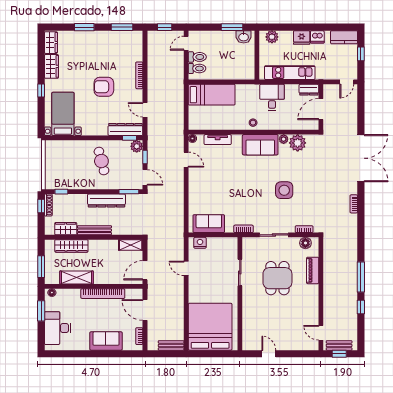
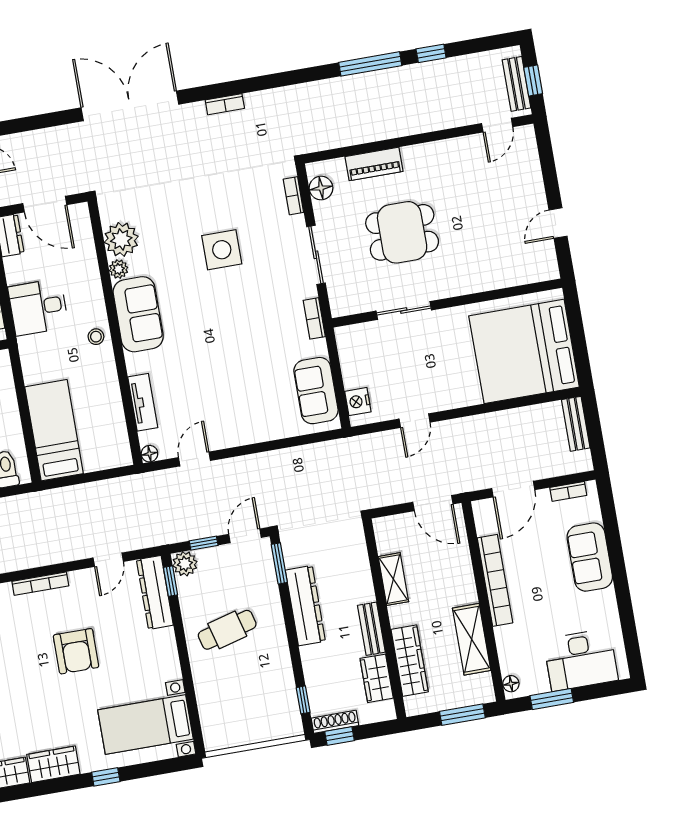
bench: (94, 230) -> (371, 629), width x0.73
shelving: (131, 245) -> (393, 579), moved

